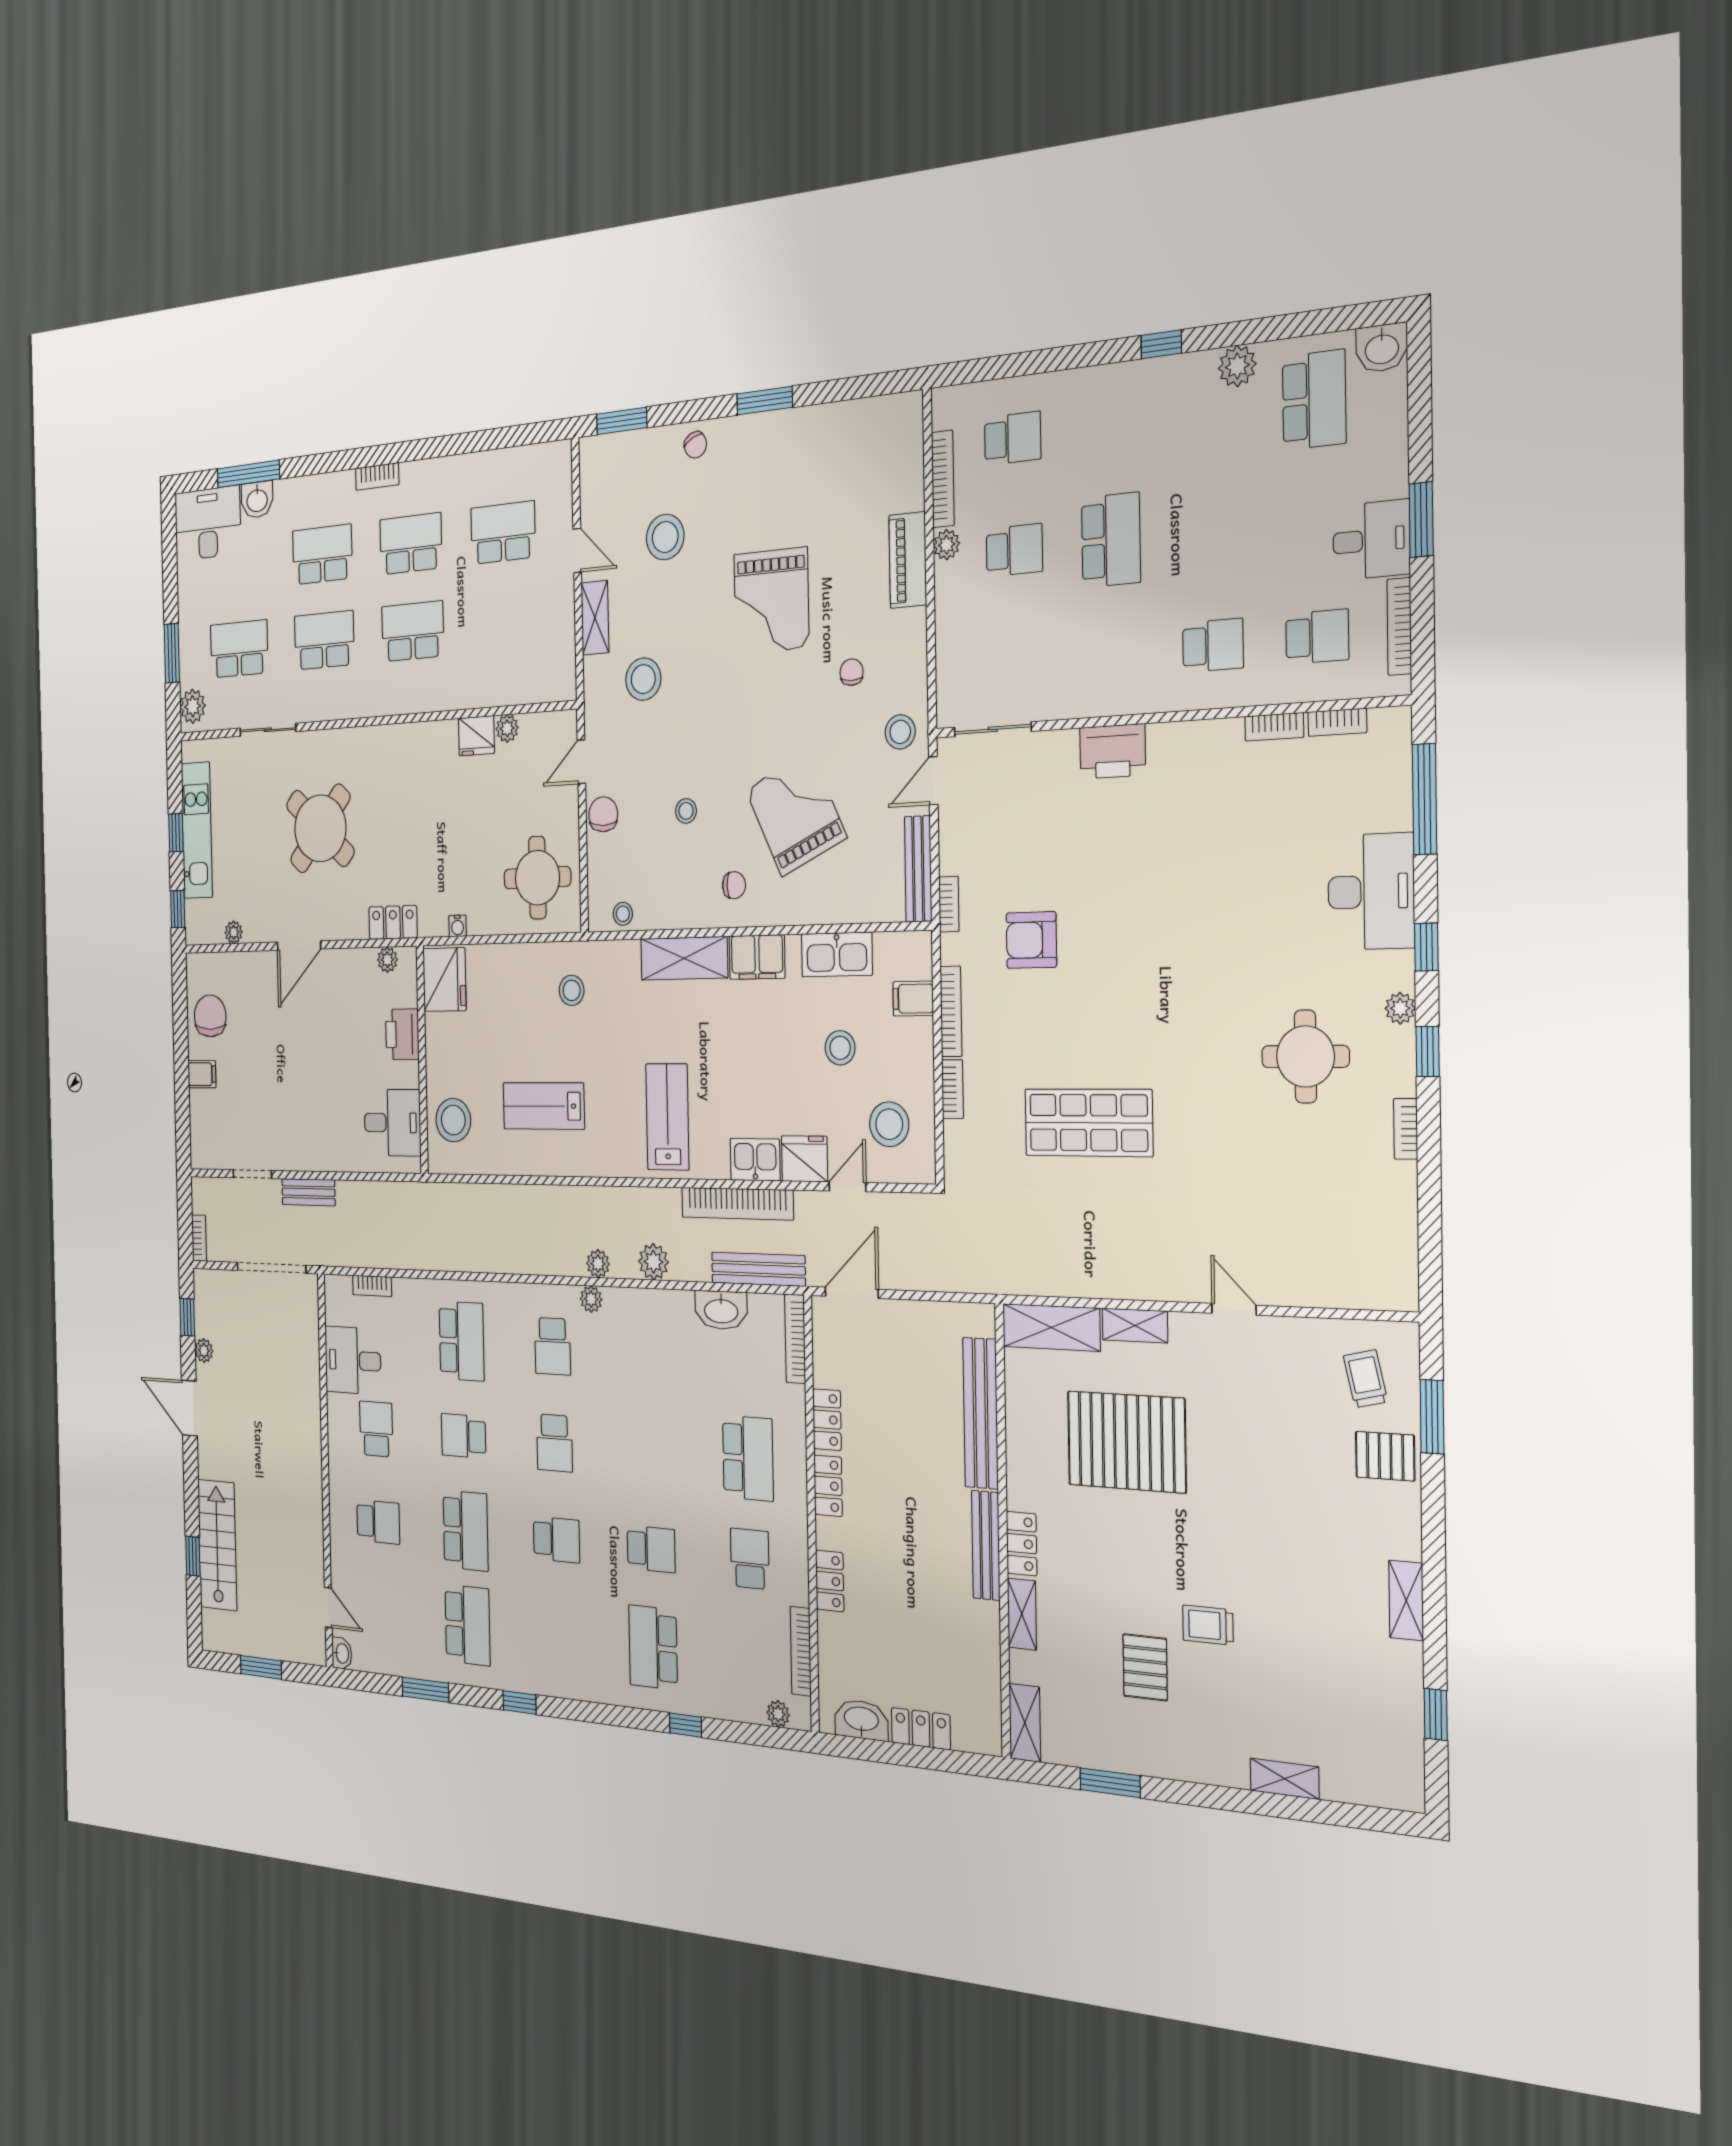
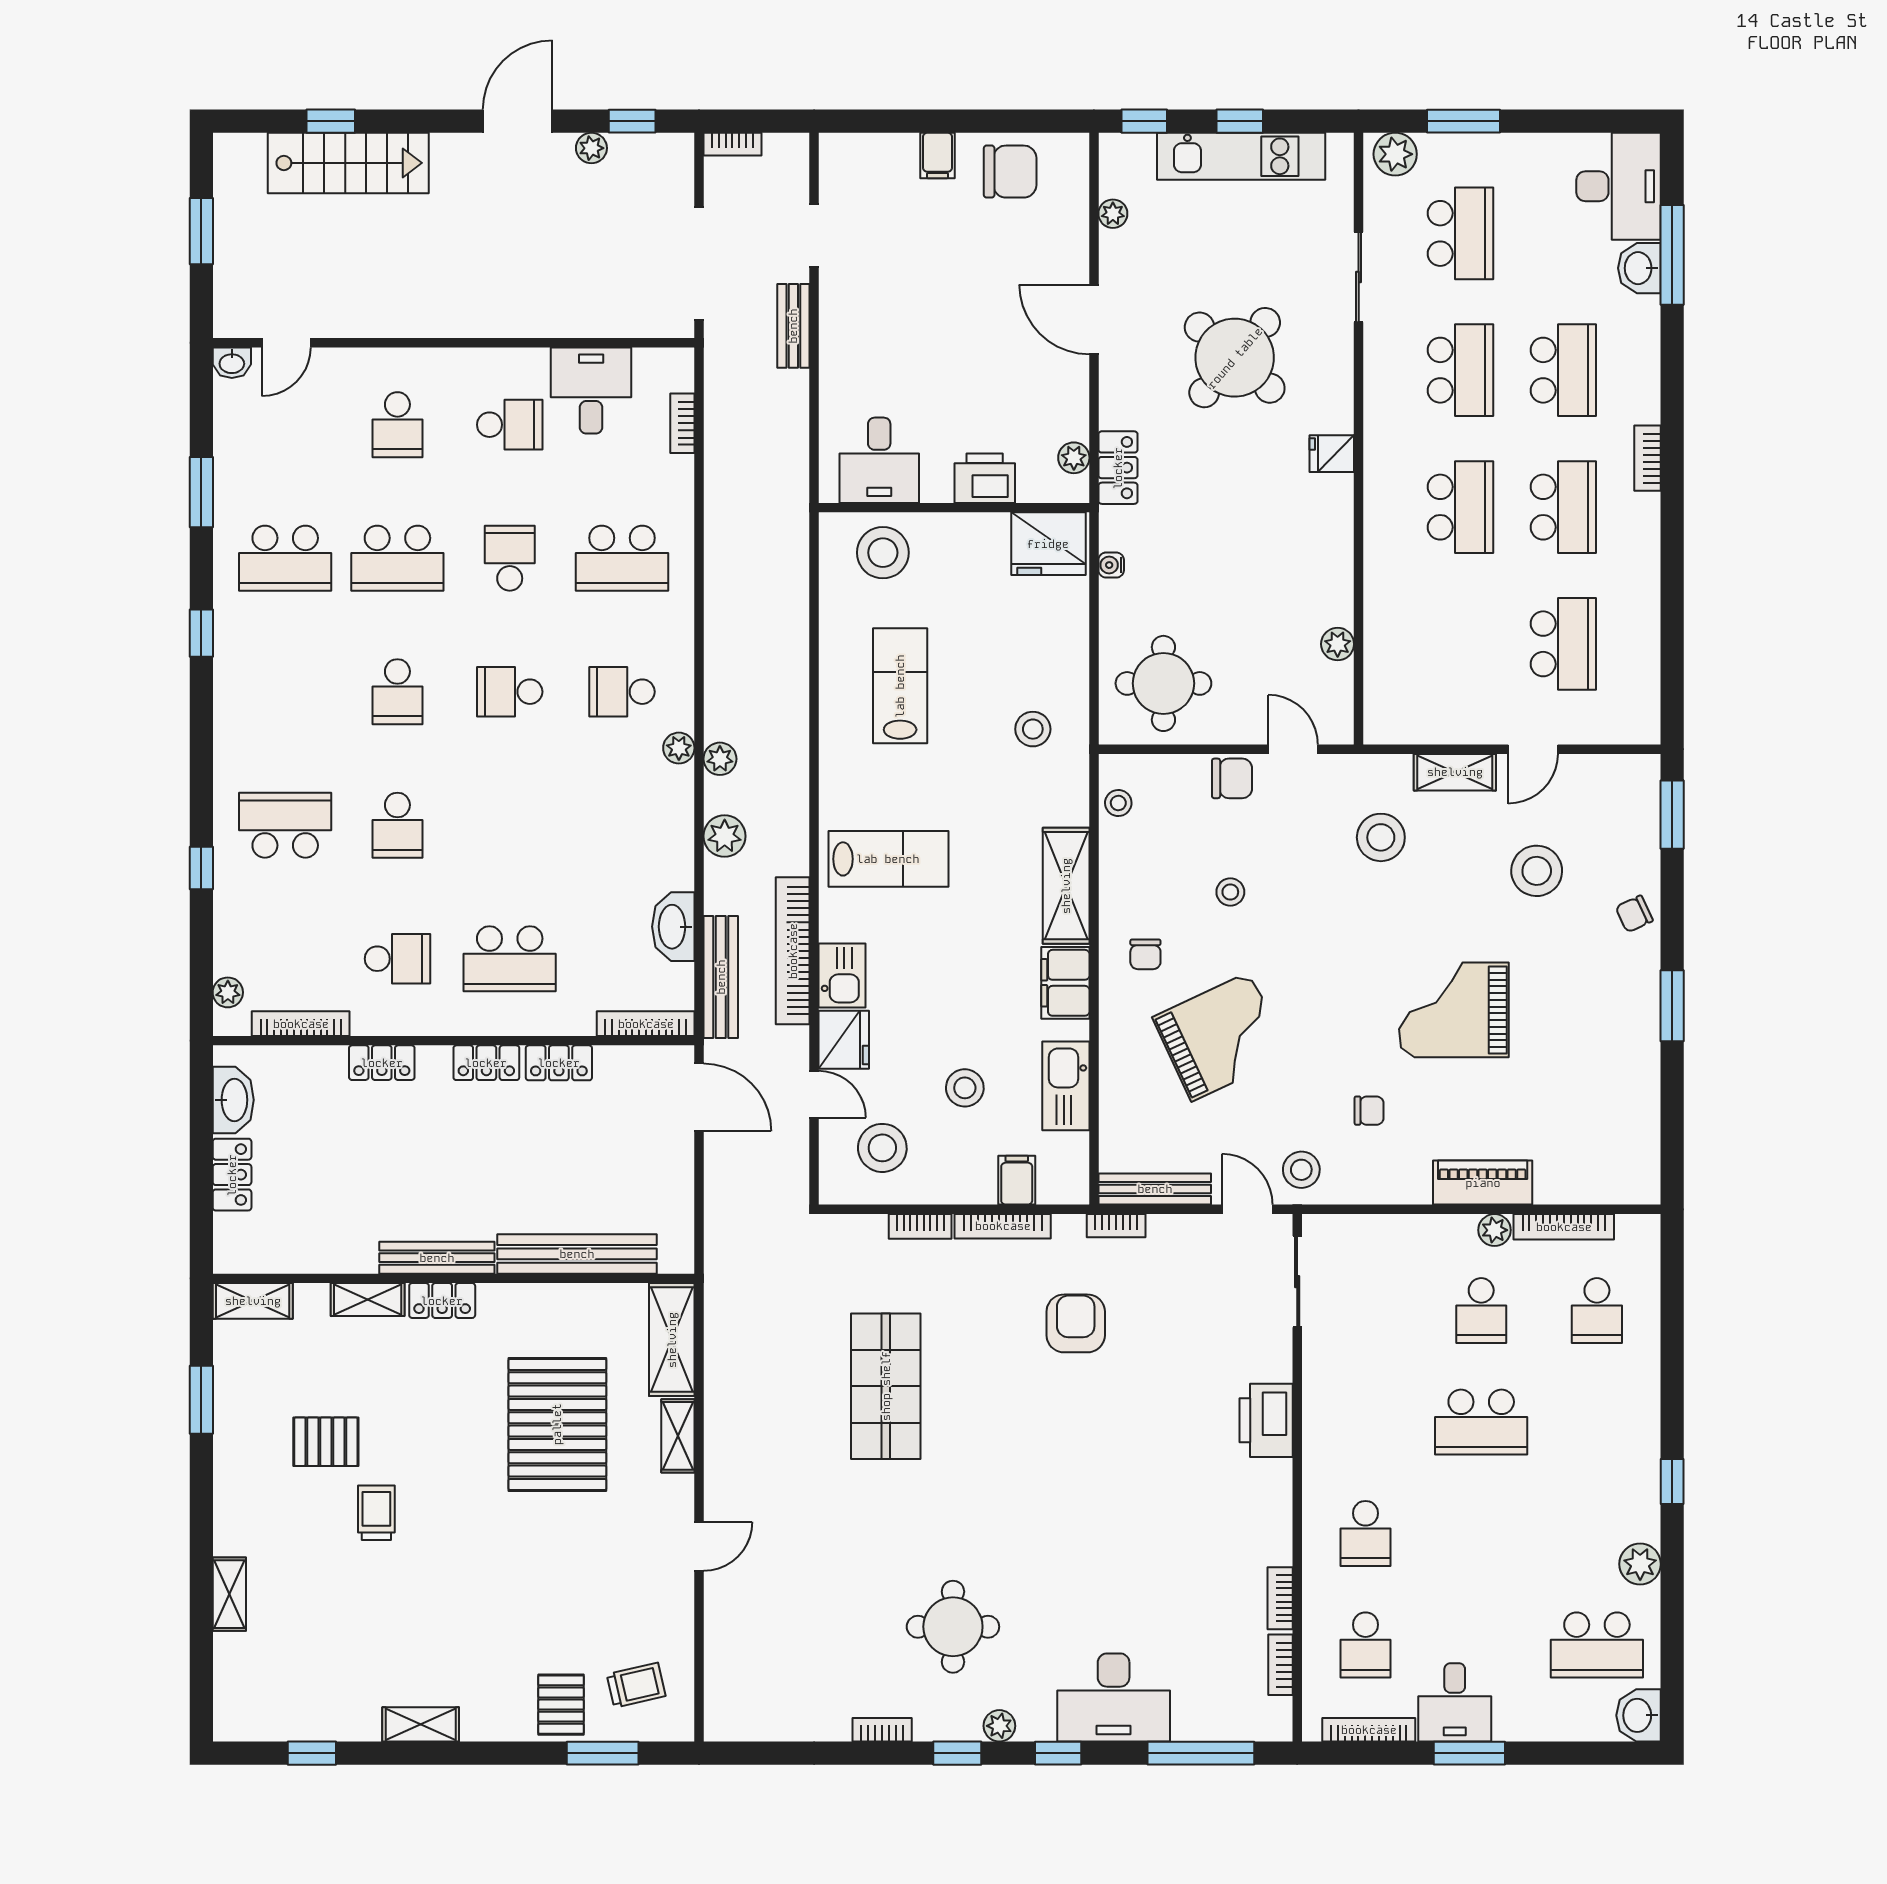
fridge: (476, 736) -> (1332, 454), moved, width x0.72

